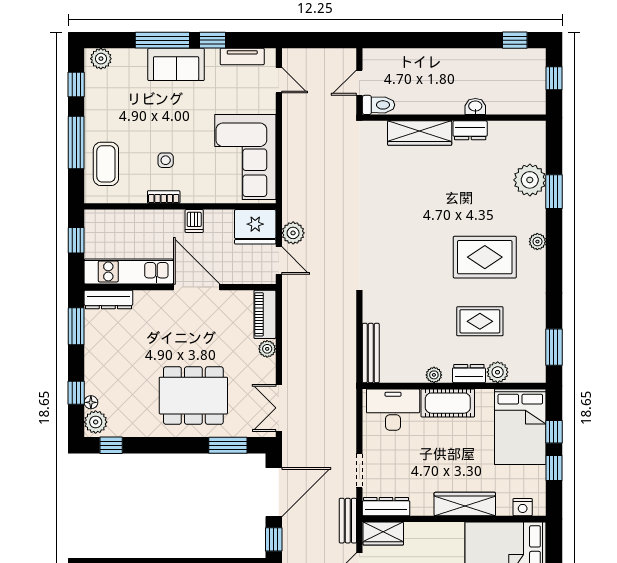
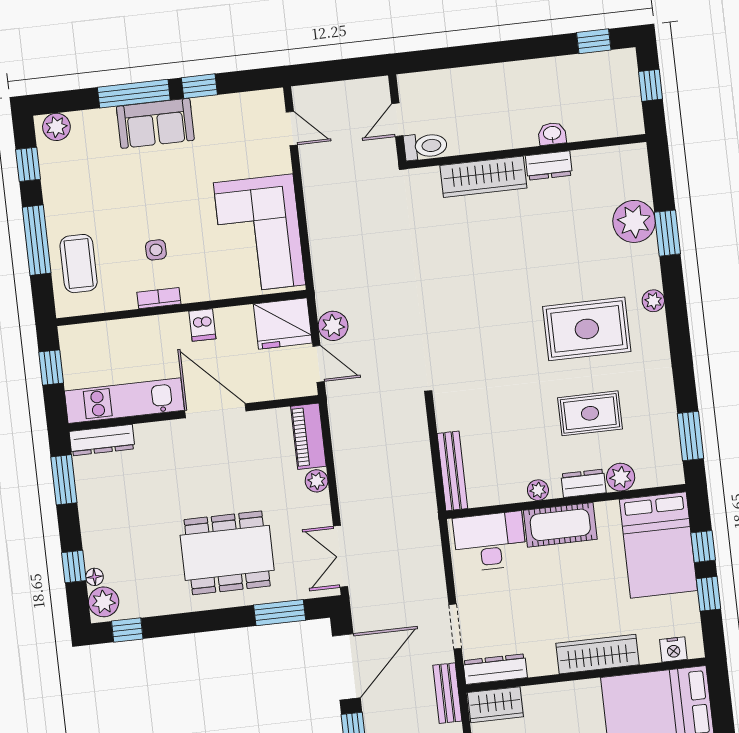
tv unit: (242, 57) -> (240, 103), removed

